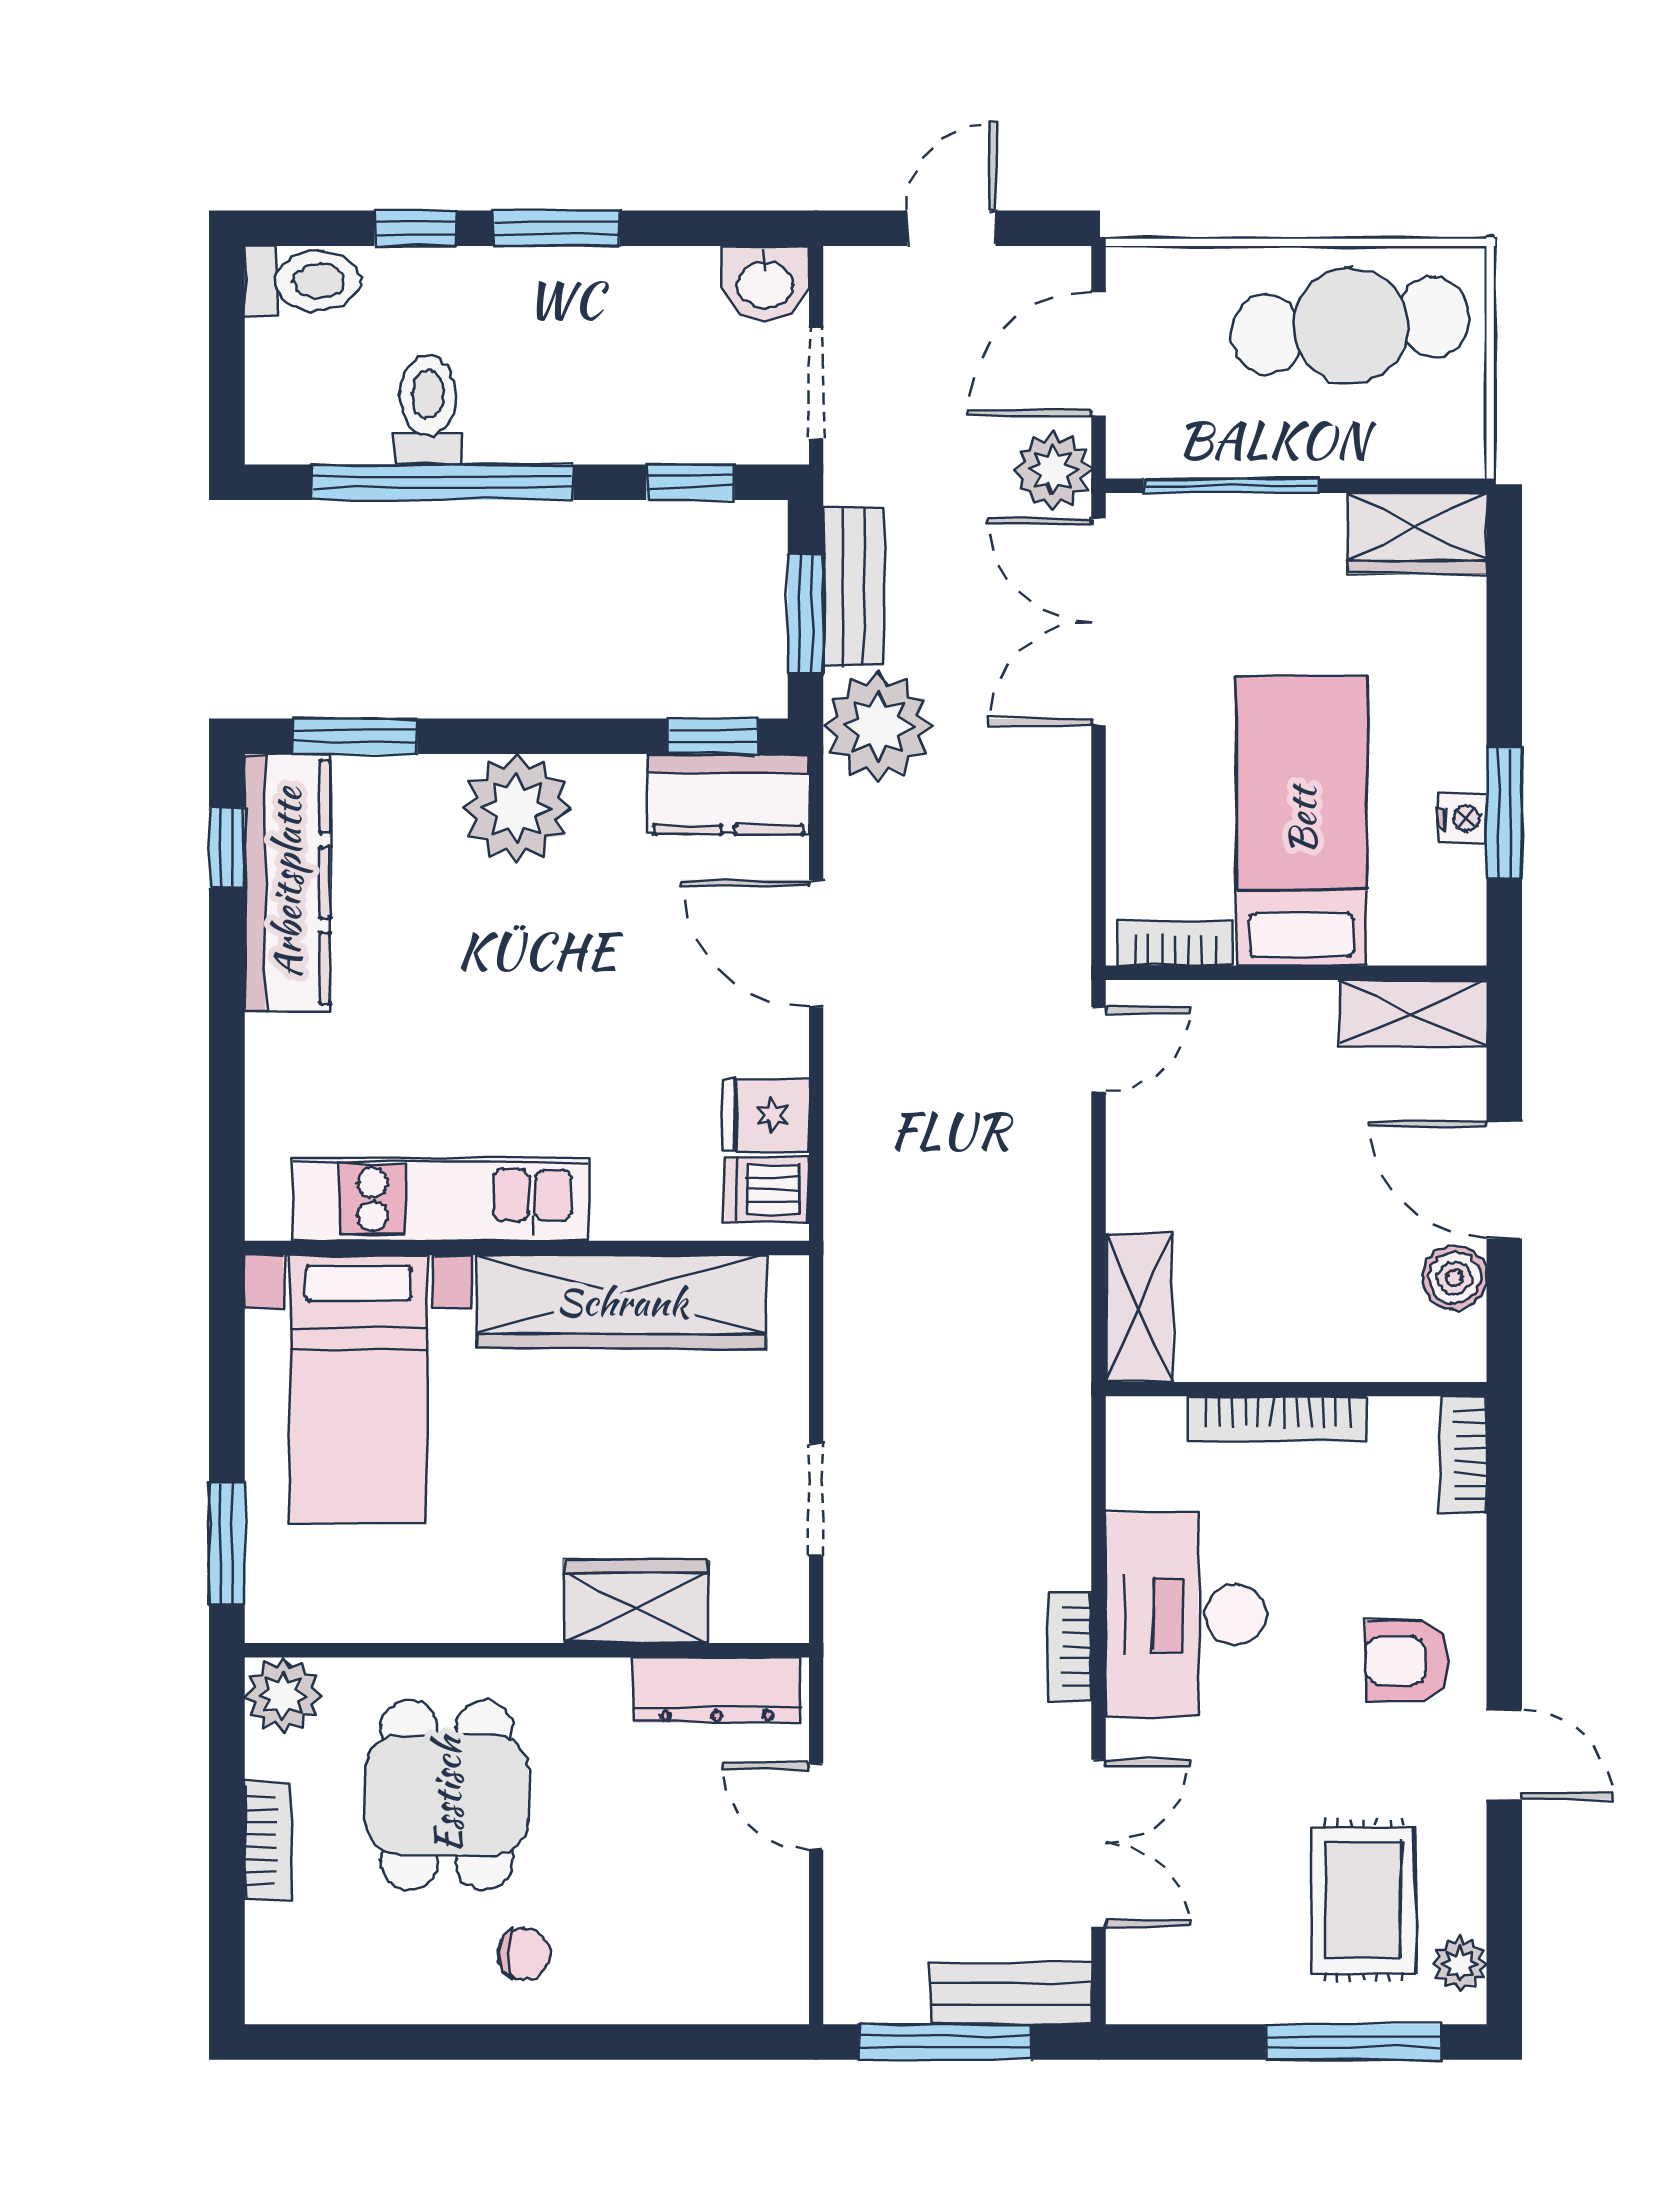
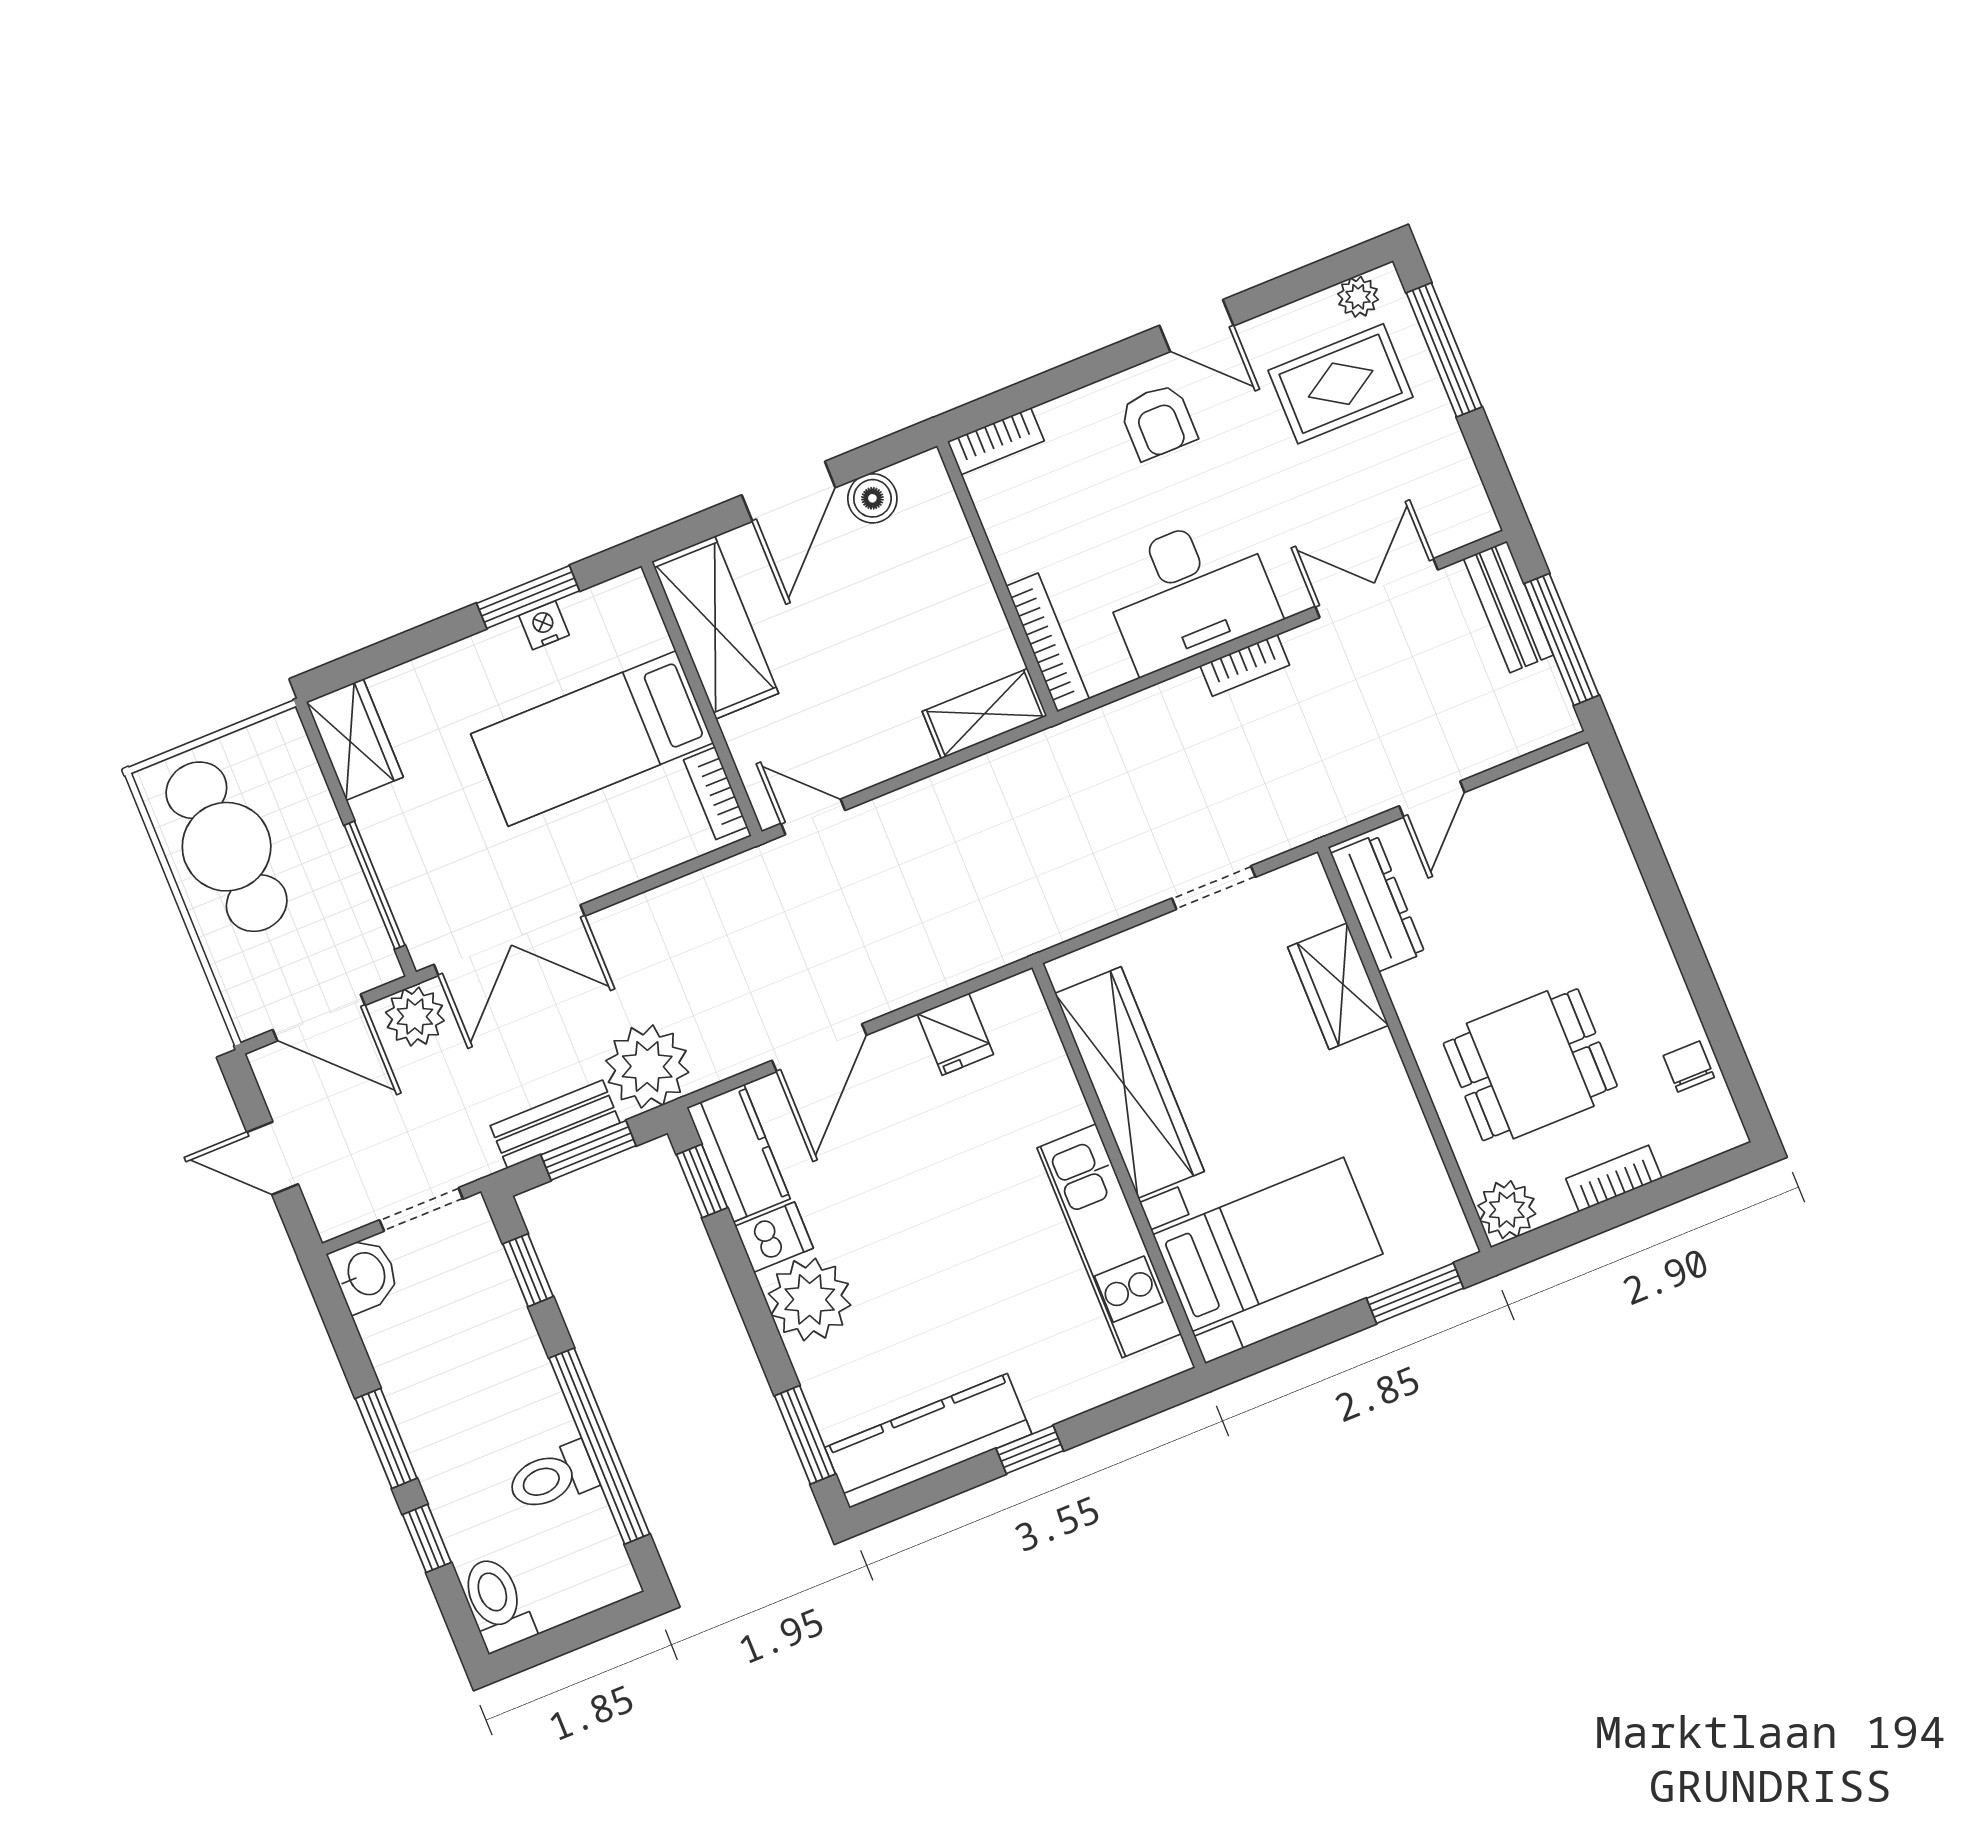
window: (227, 848) -> (1030, 1450), moved
shelving: (1413, 1013) -> (715, 627), width x1.50, depth x1.33
dishwasher: (767, 1189) -> (774, 1237), moved, turned -90
bookcase: (1278, 1419) -> (1048, 642), moved
door: (1504, 1754) -> (1197, 326), swing flipped
chair: (524, 1954) -> (1689, 1067), moved

